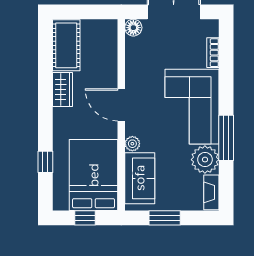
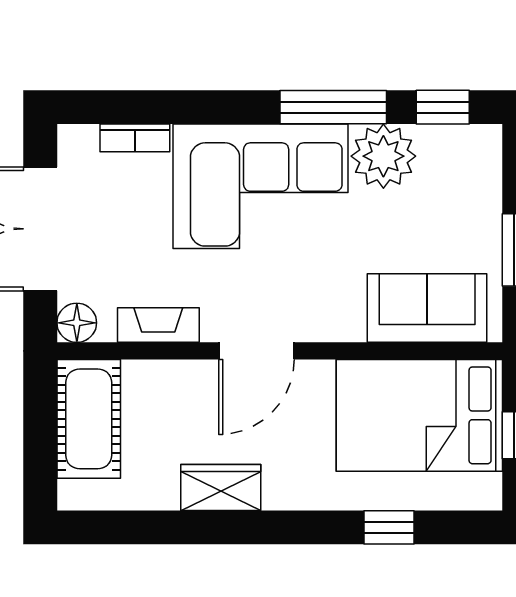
cot: (66, 45) -> (89, 419), moved, turned 90
plant: (132, 144) -> (347, 325), removed
window: (226, 185) -> (443, 107), added
fireplace: (211, 192) -> (158, 325), moved, turned 180

